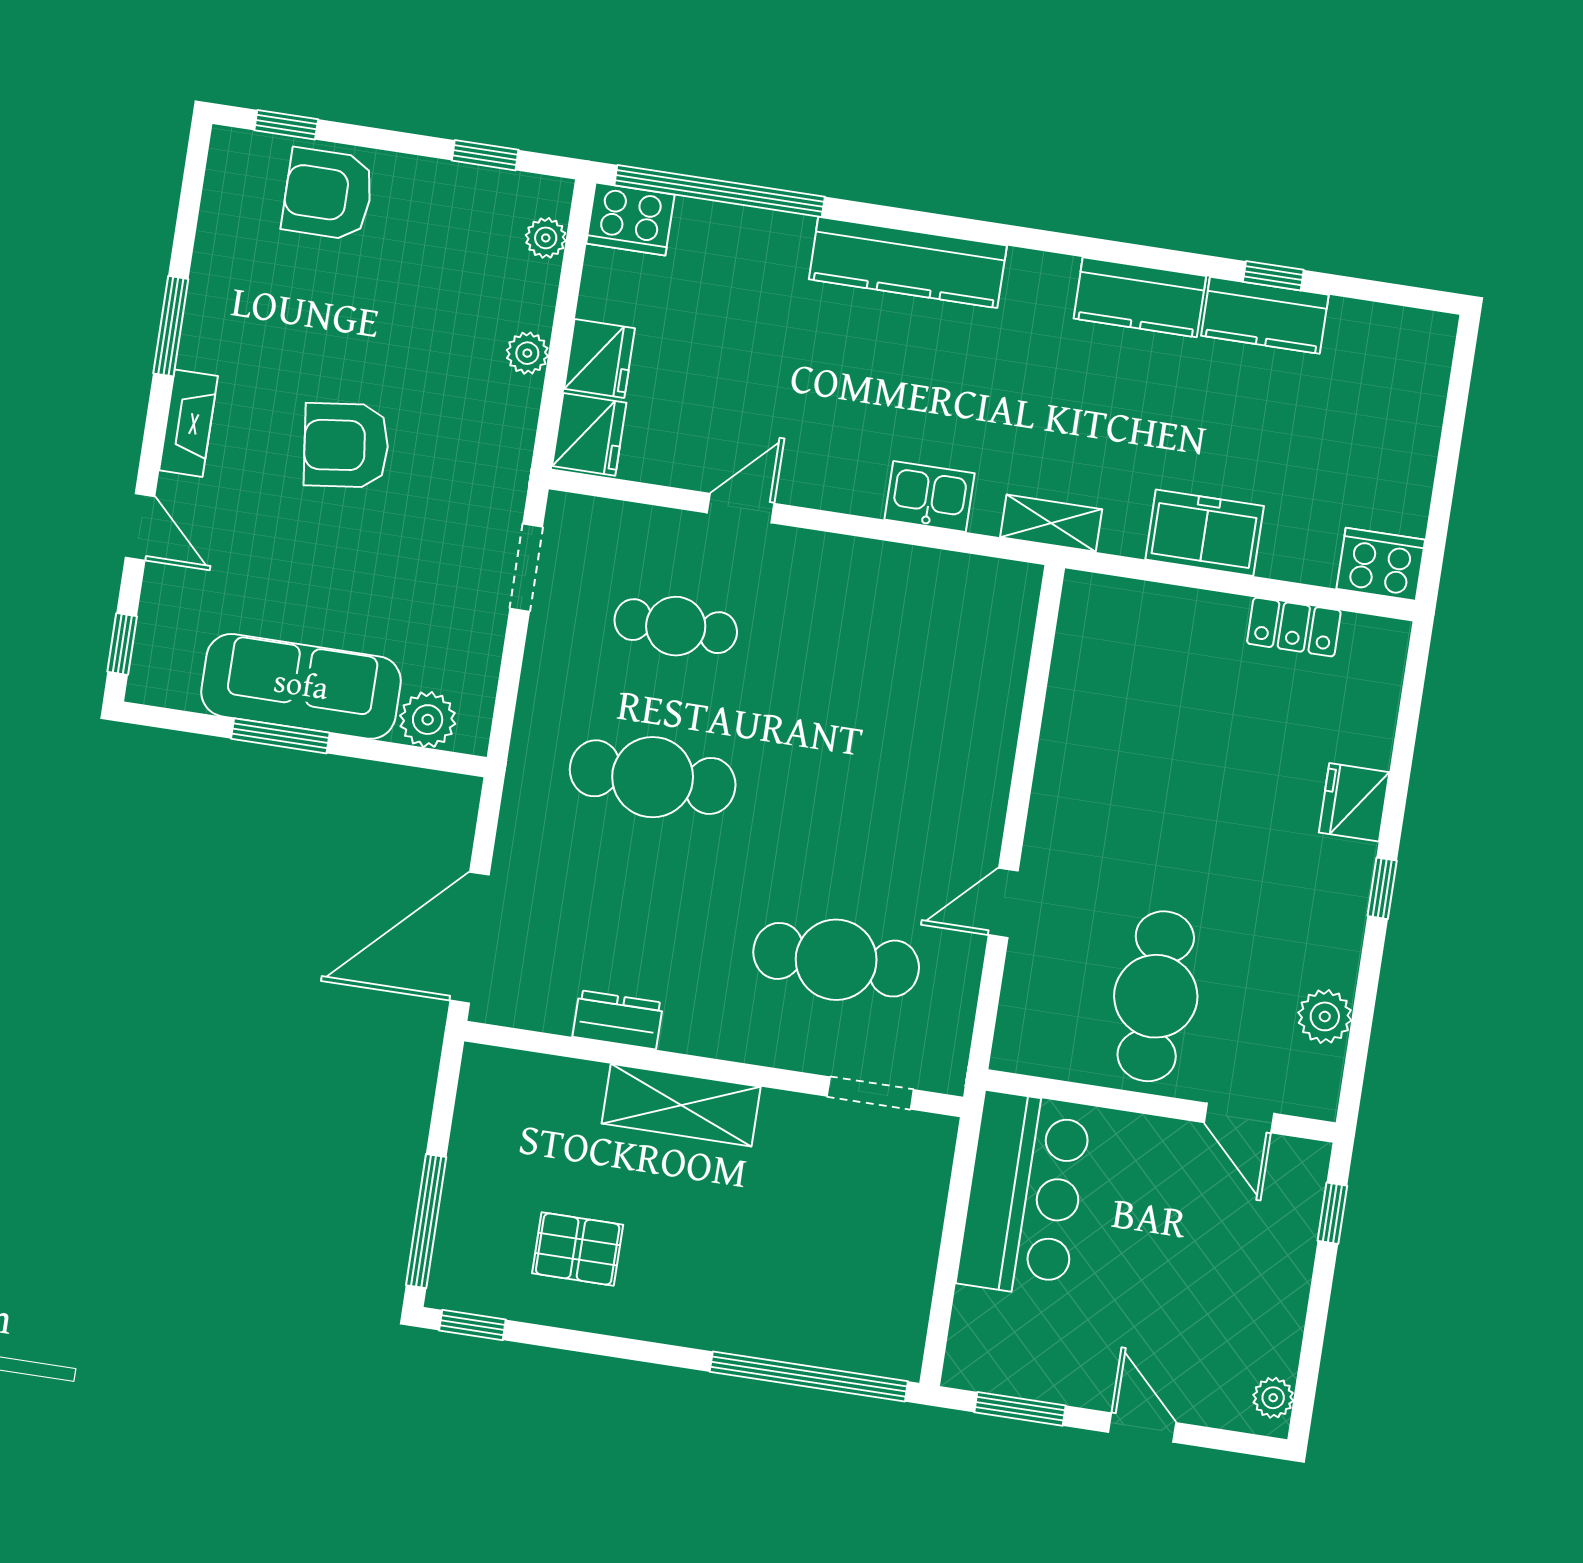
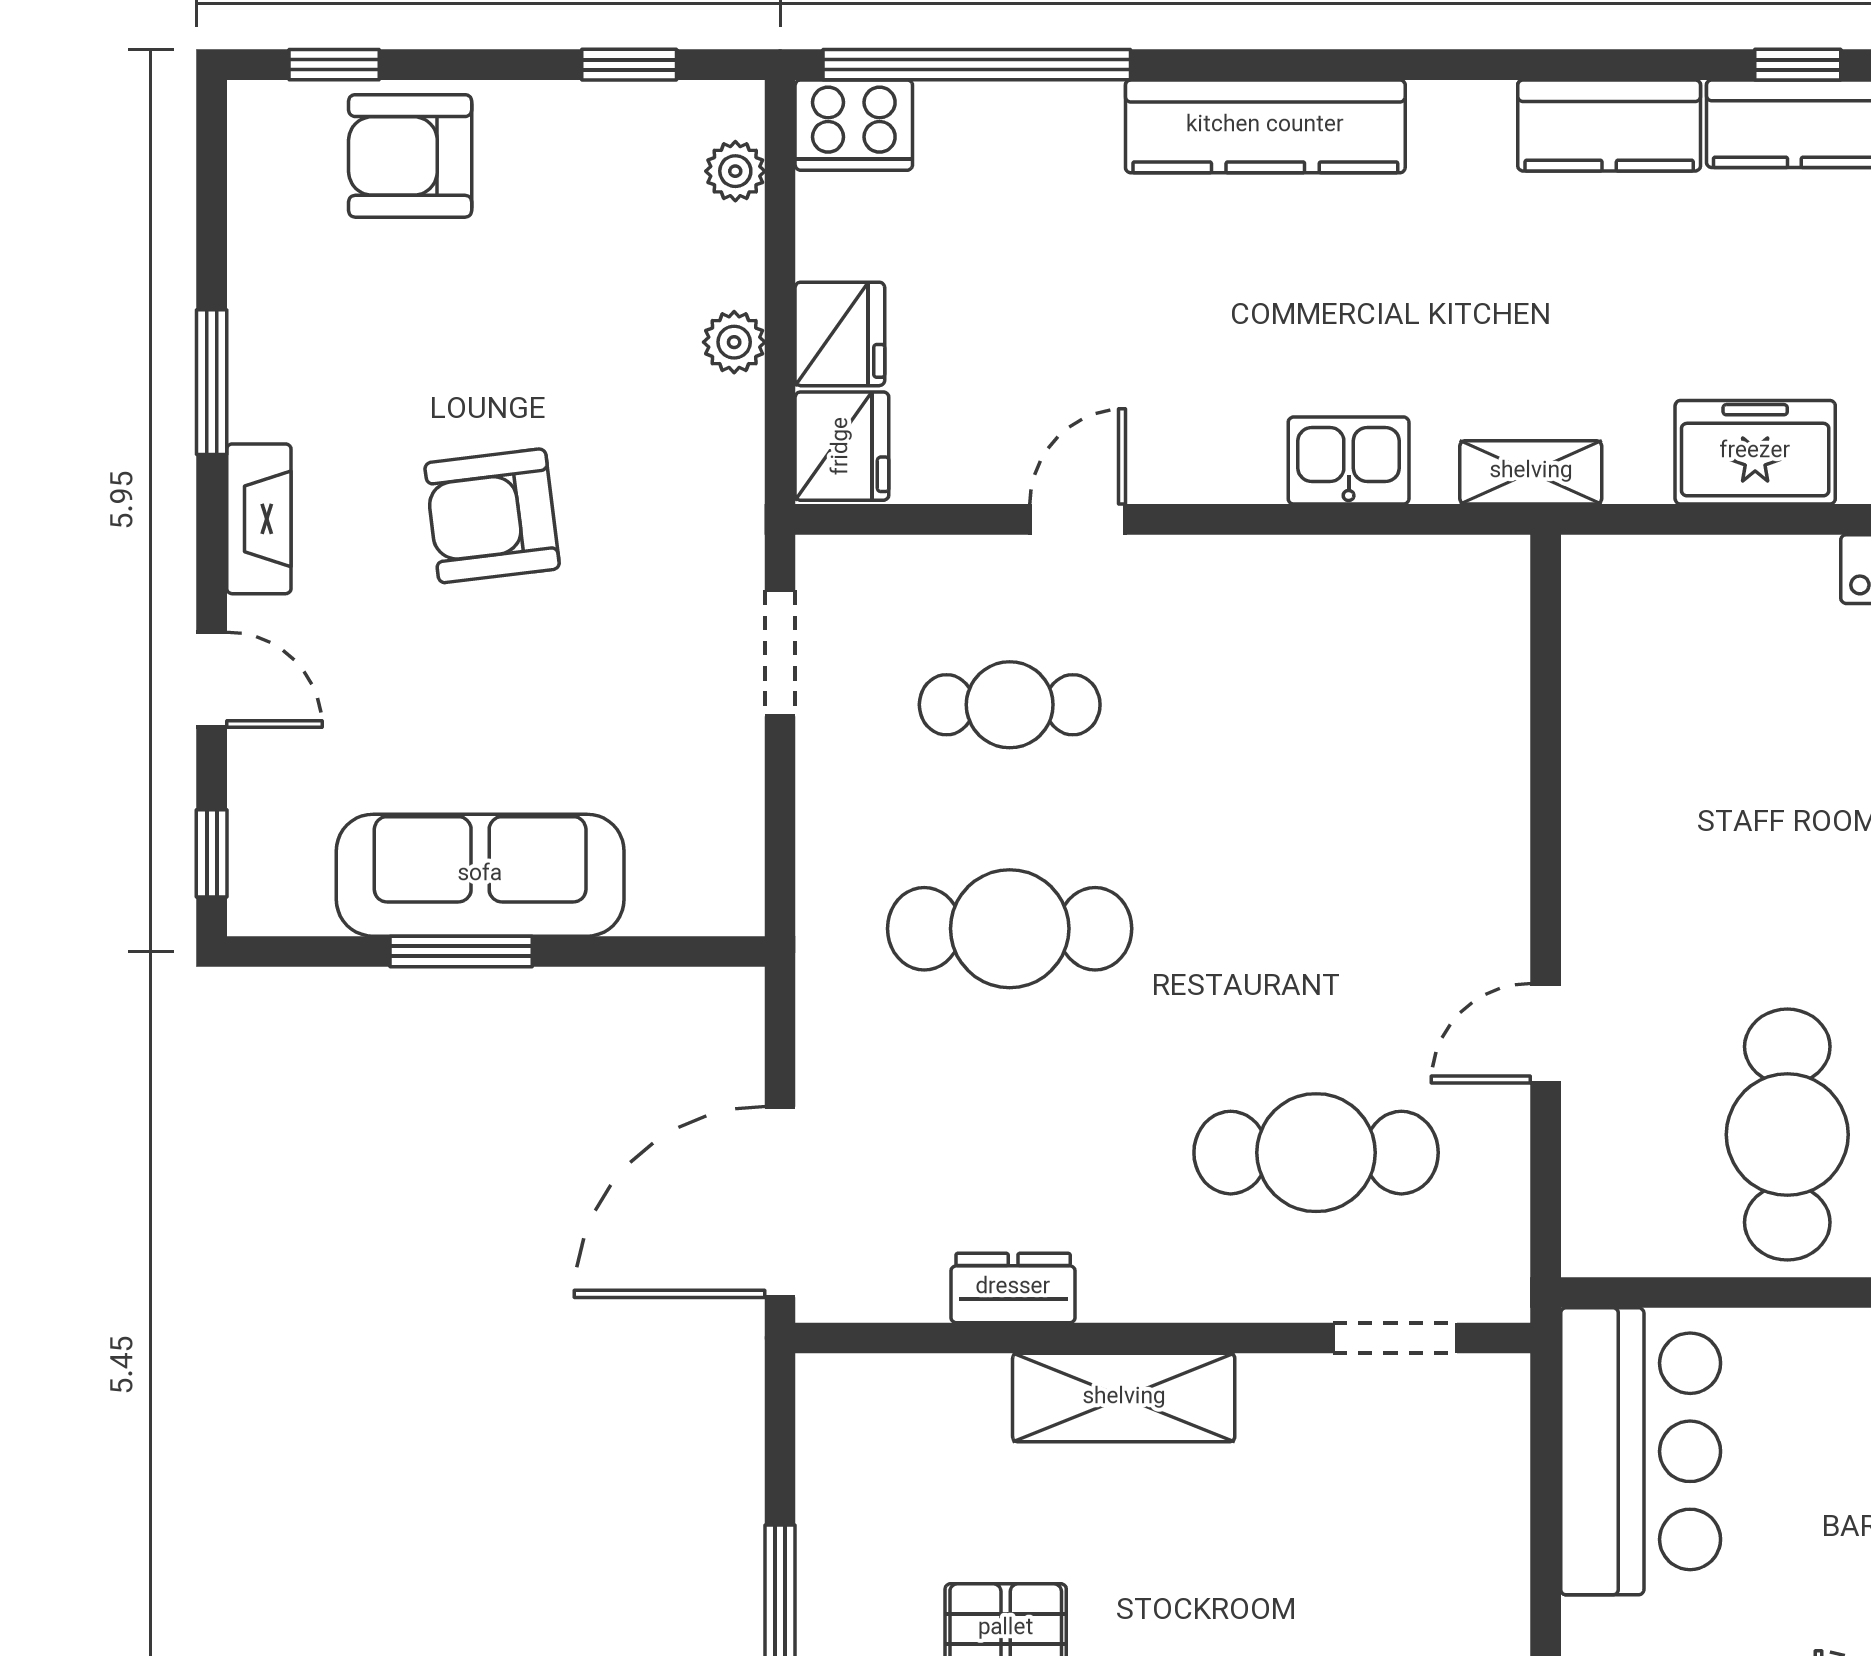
plant: (428, 720) -> (671, 895), removed

